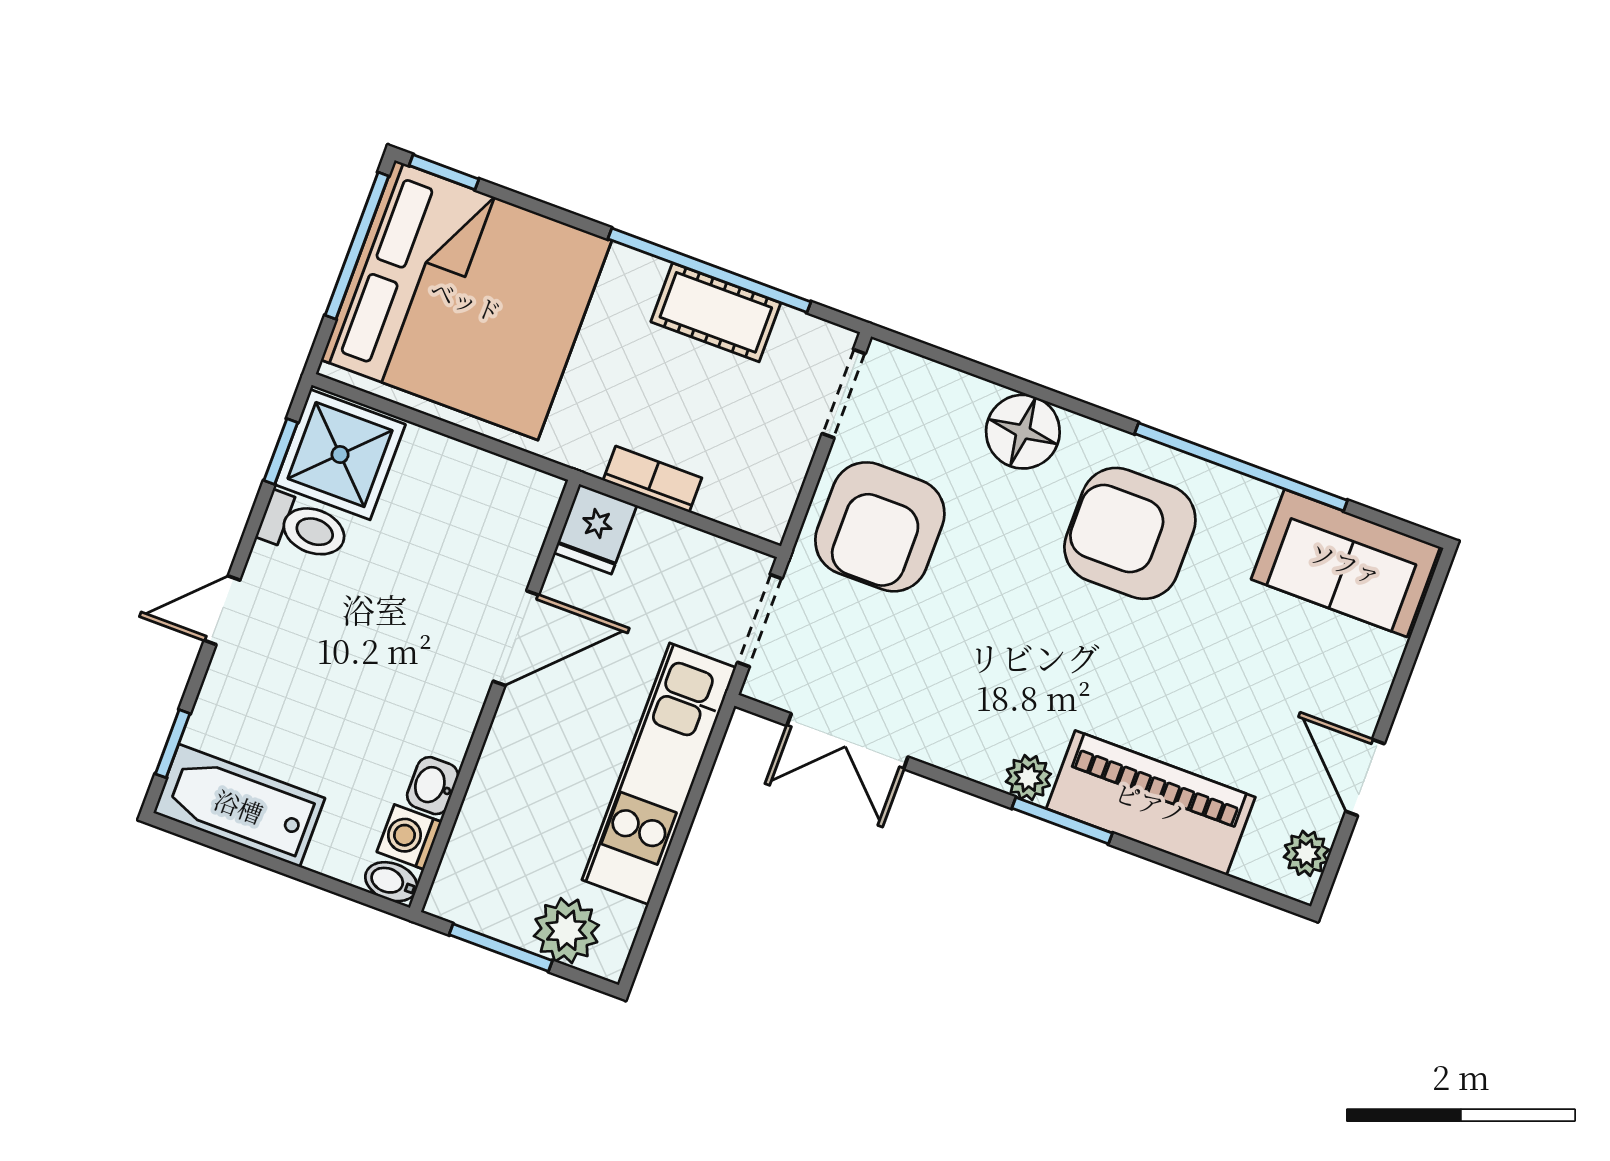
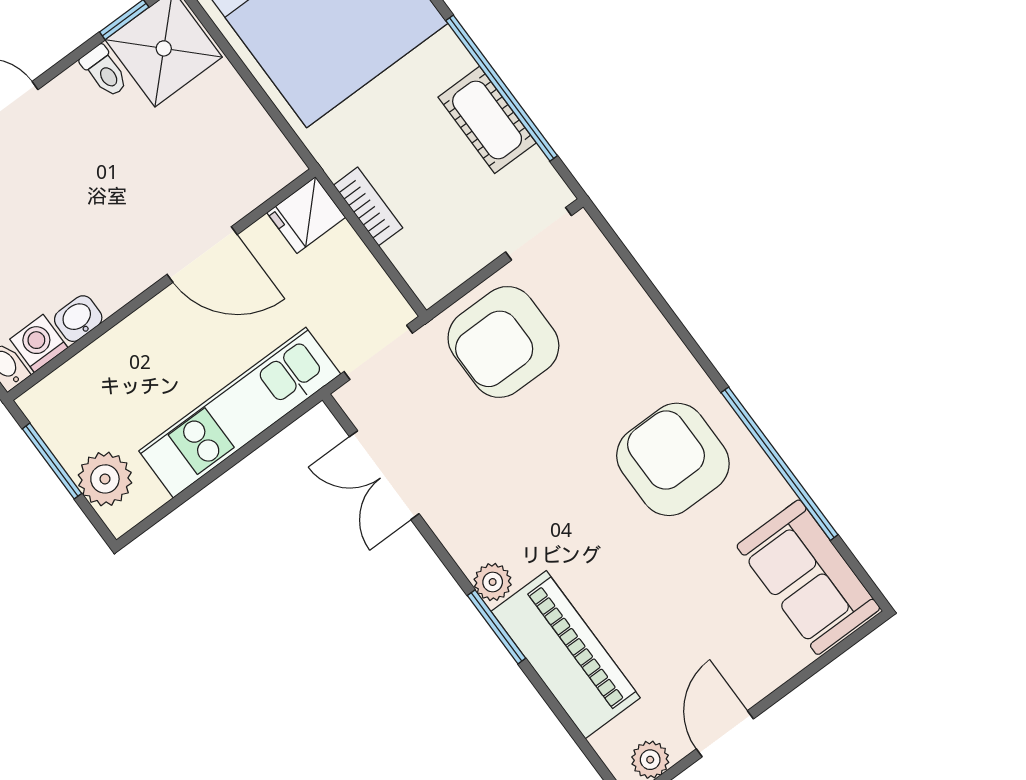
floor lamp: (1023, 432) -> (645, 341), removed
toilet: (304, 528) -> (105, 71), width x0.73, depth x0.72

